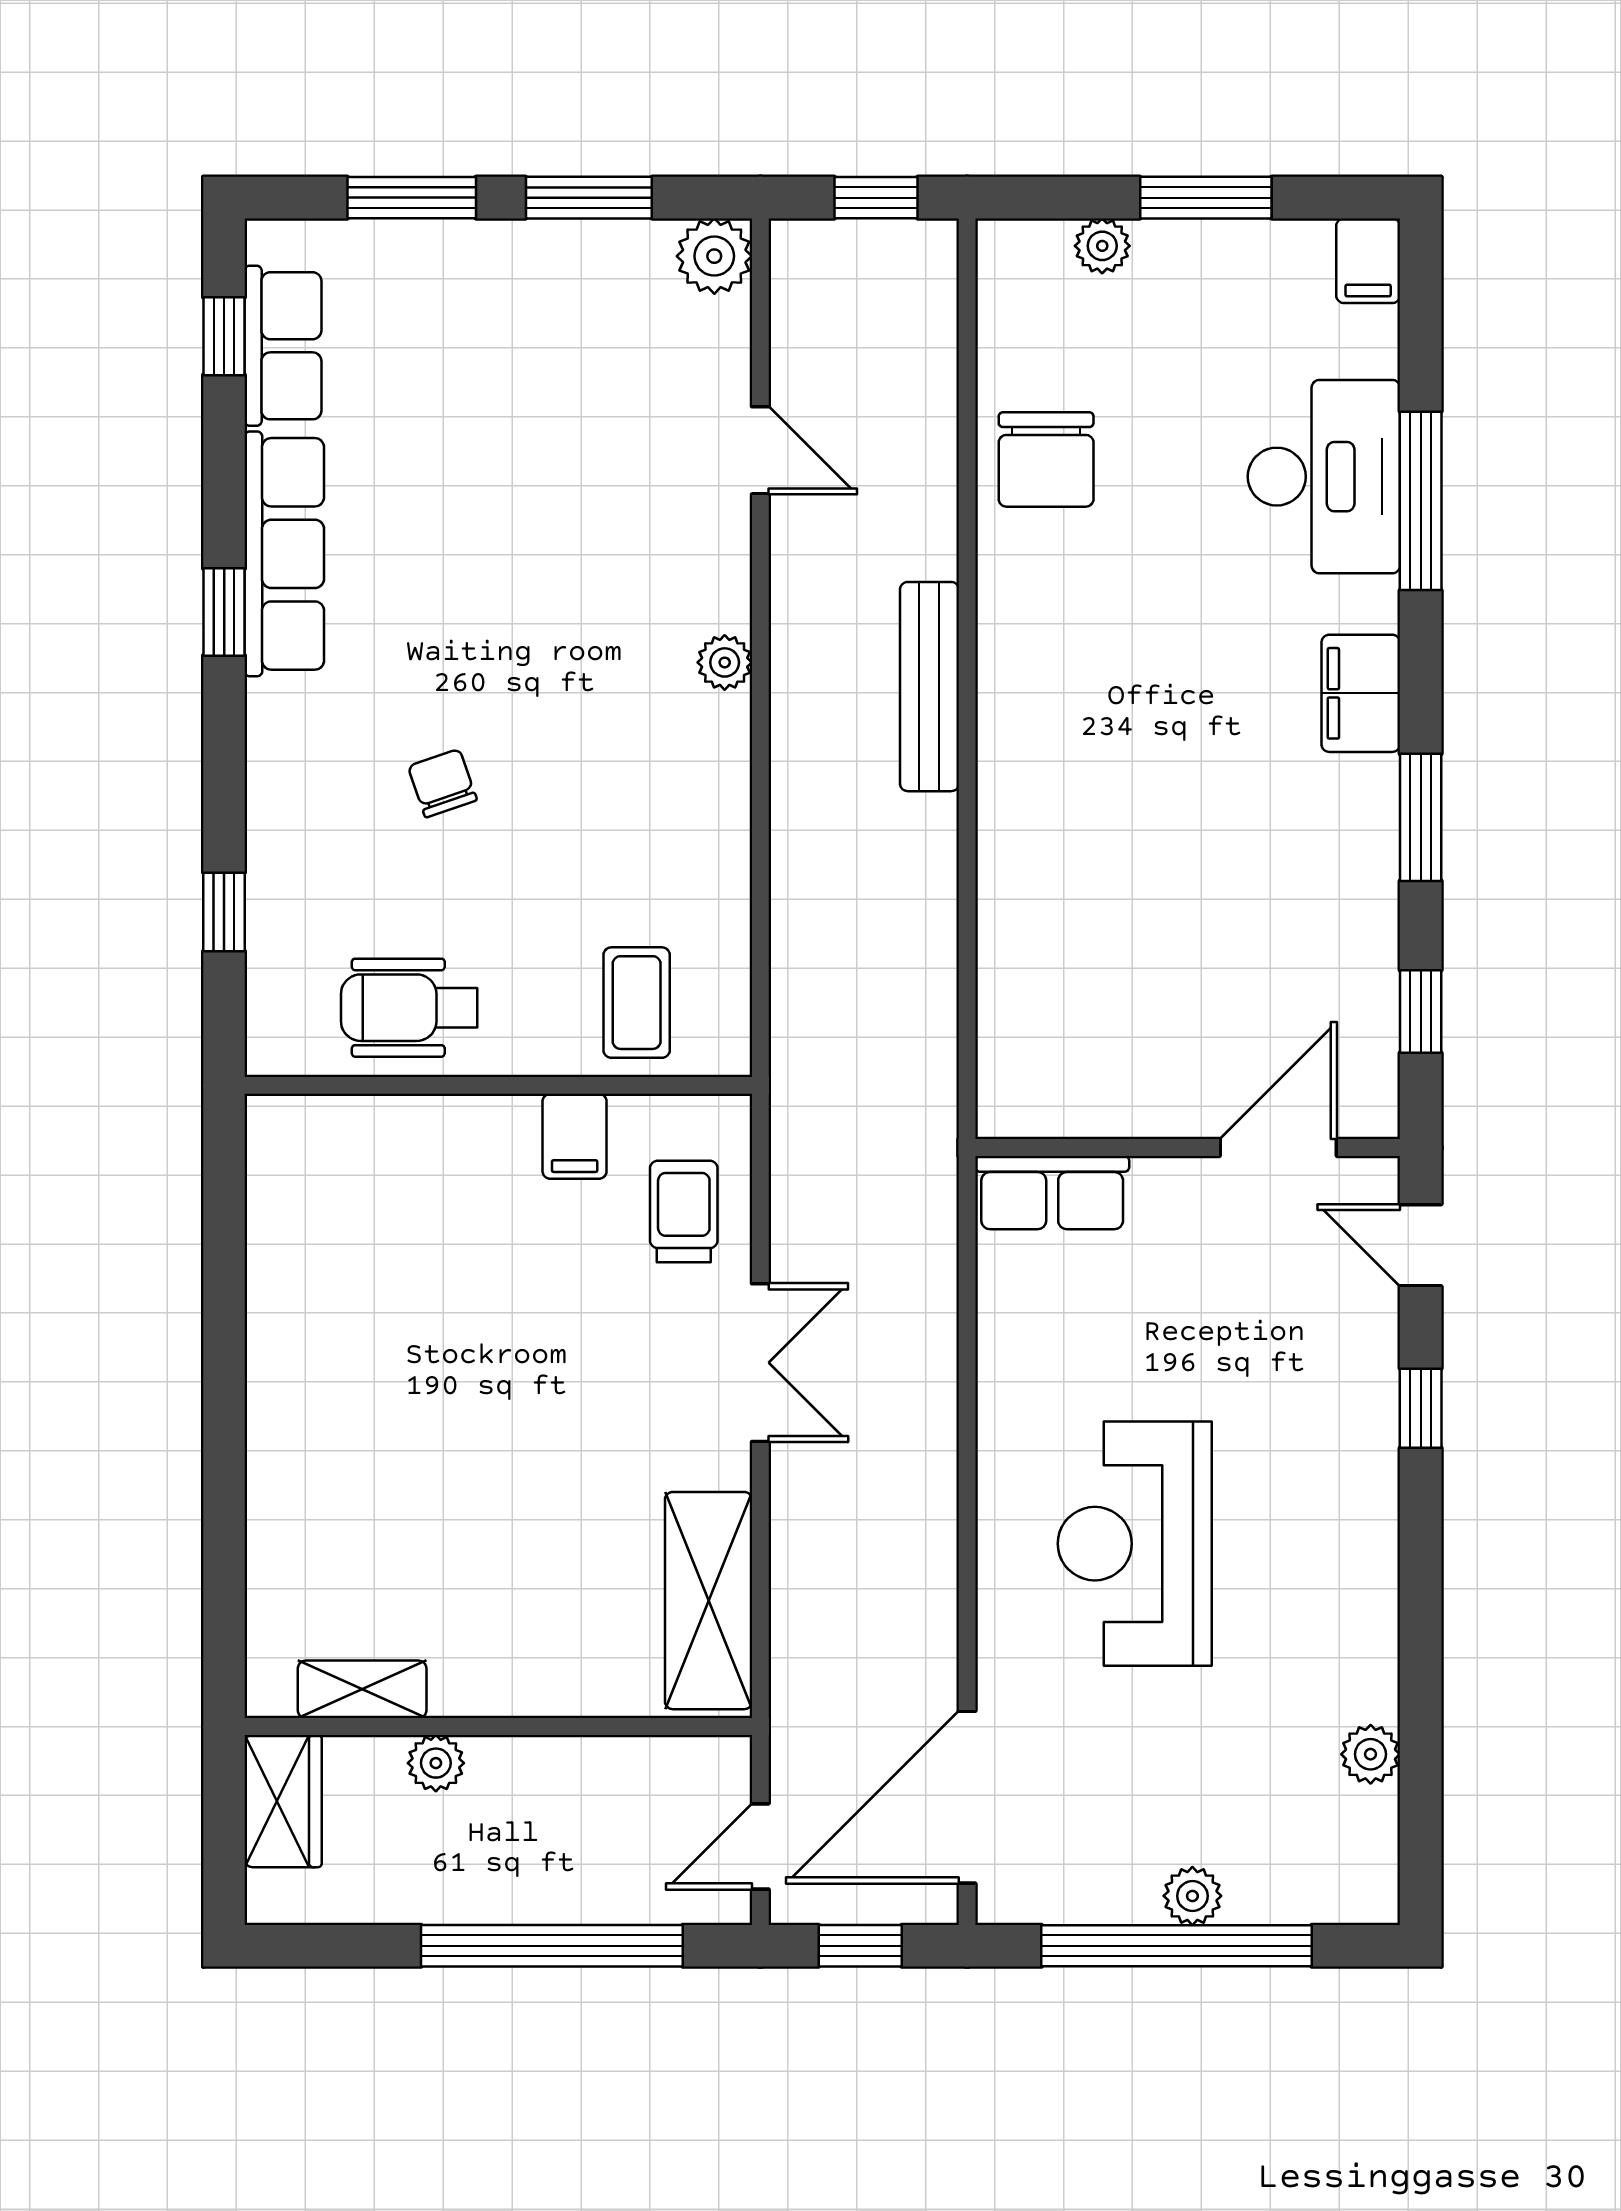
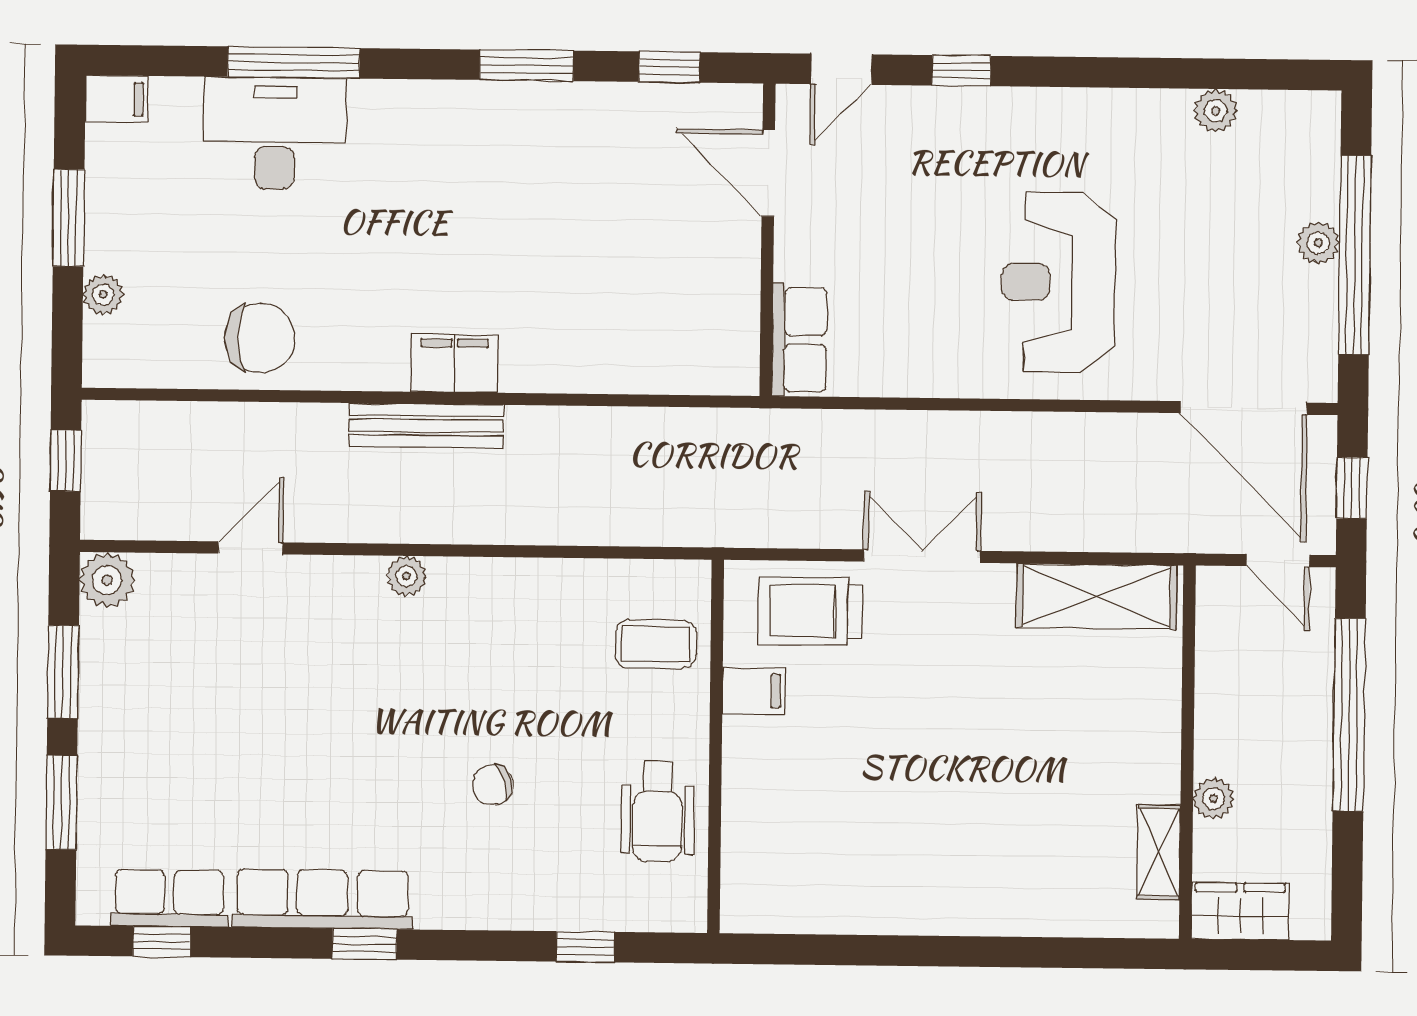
filing cabinet: (1361, 693) -> (454, 363), moved, turned 180
trolley: (684, 1212) -> (810, 611), width x1.36, depth x1.39
reception desk: (1135, 1544) -> (1058, 282), turned 90

